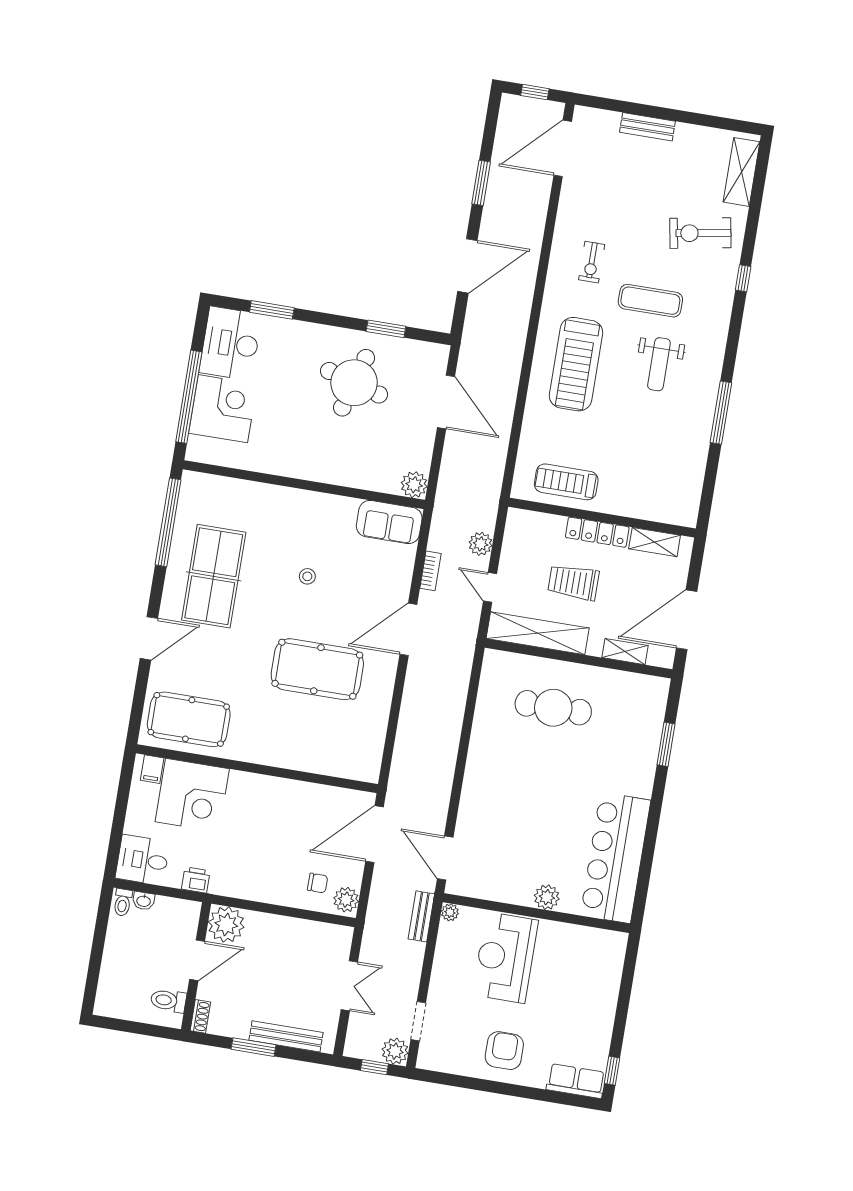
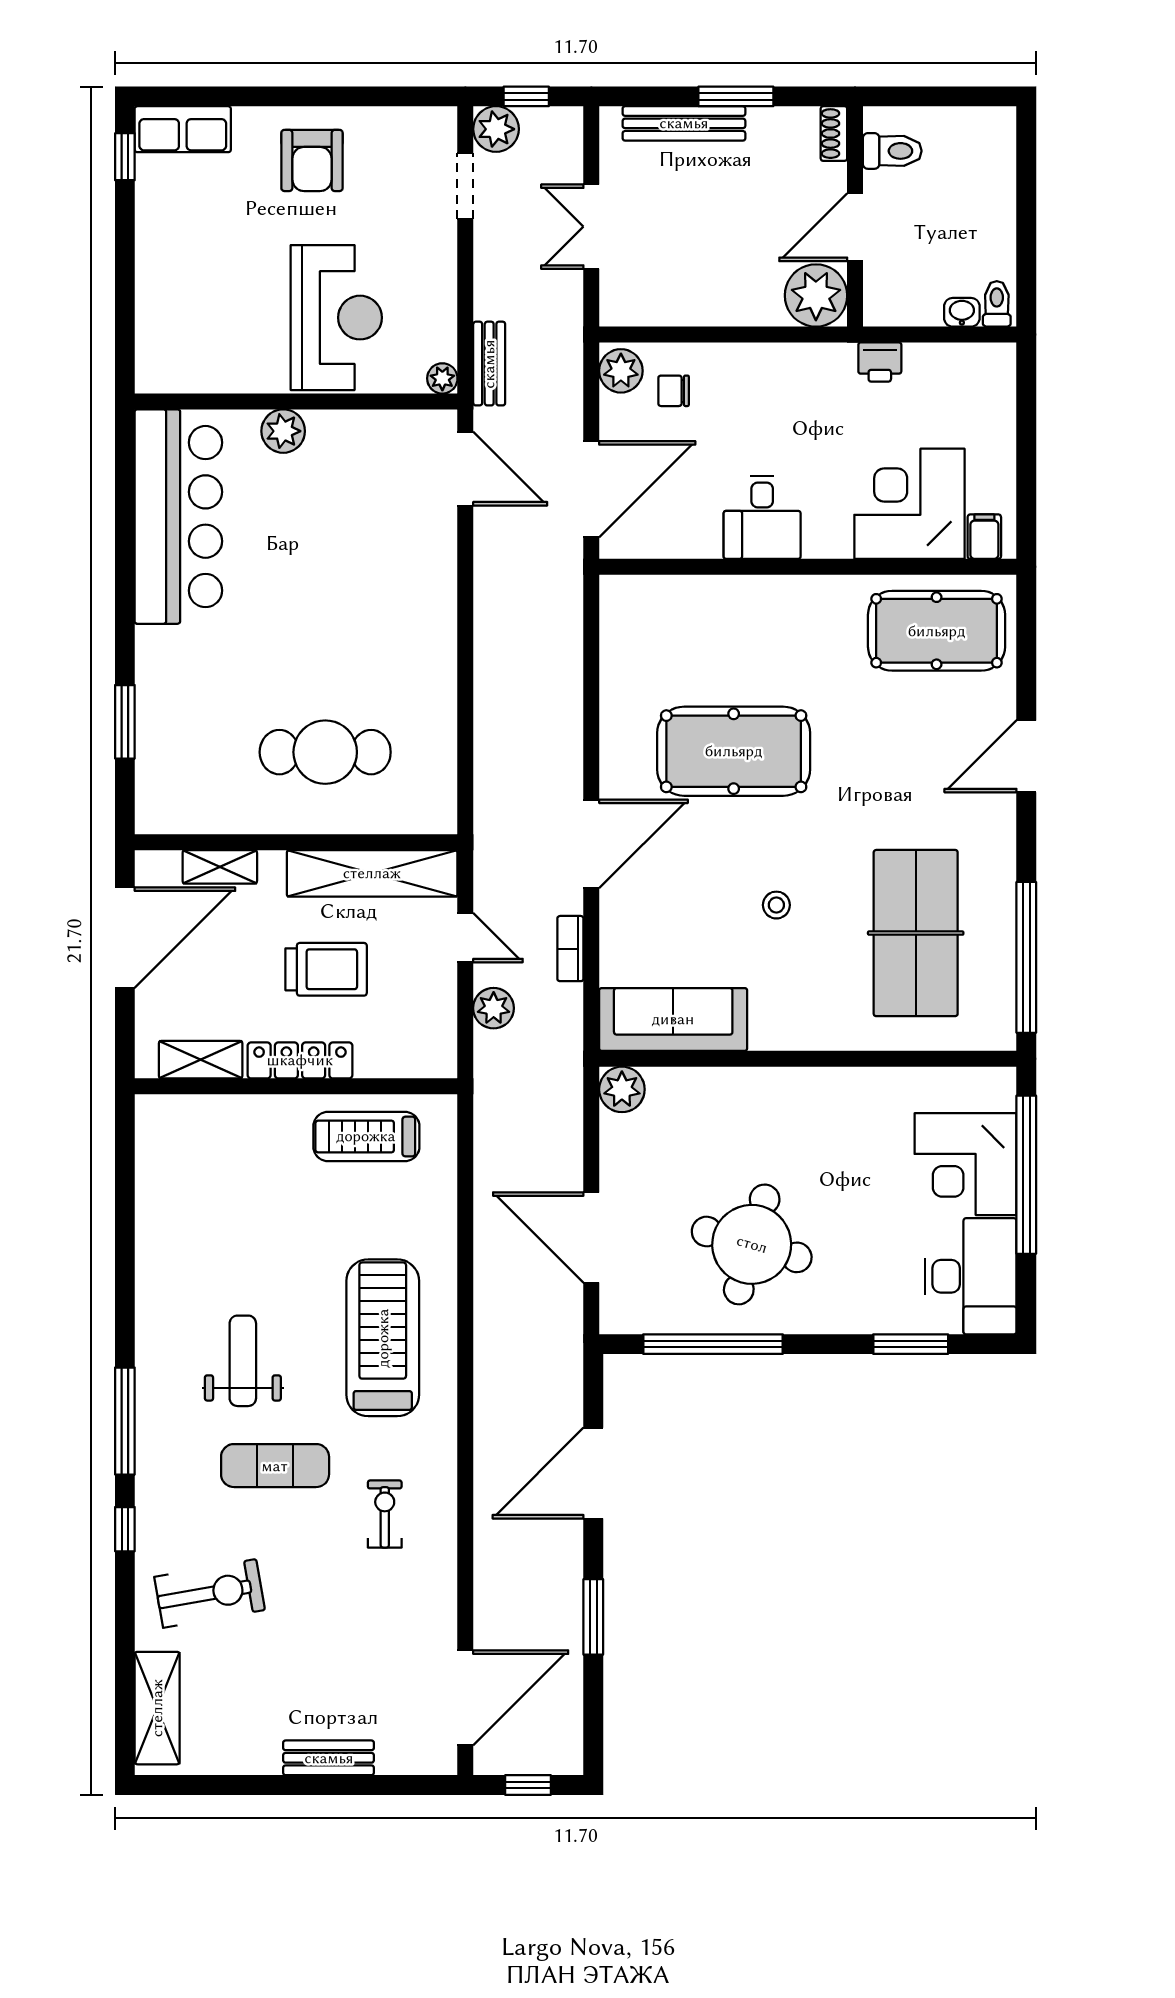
window: (386, 329) -> (713, 1344), width x2.11
window: (721, 413) -> (125, 1421), moved
treadmill: (566, 482) -> (366, 1136), turned 180
sofa: (389, 522) -> (673, 1019), width x1.36
table tennis table: (214, 576) -> (916, 933), moved
desk: (143, 860) -> (762, 517), moved, turned 90

